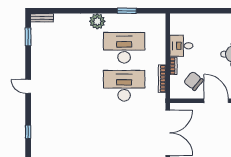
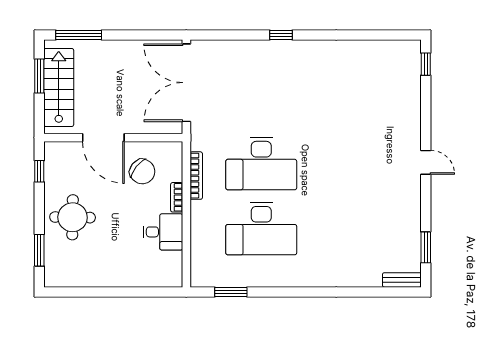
window: (127, 11) -> (231, 292), moved
plant: (97, 21) -> (307, 274), removed
window: (28, 132) -> (426, 64), moved

